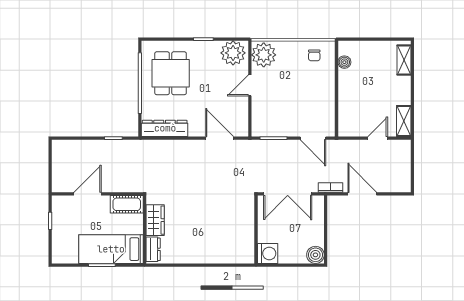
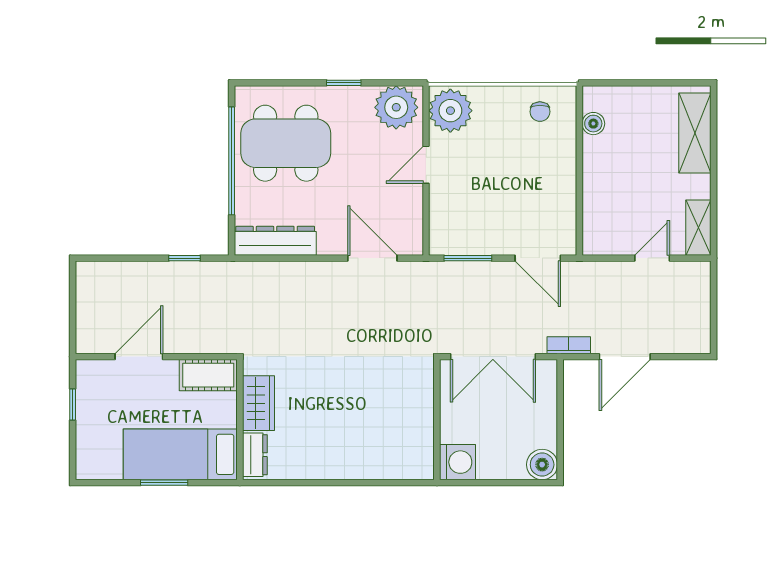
shelving: (404, 60) -> (695, 133), width x1.50, depth x1.33
dining table: (171, 73) -> (286, 143), width x1.38
door: (362, 194) -> (625, 357), swing flipped

